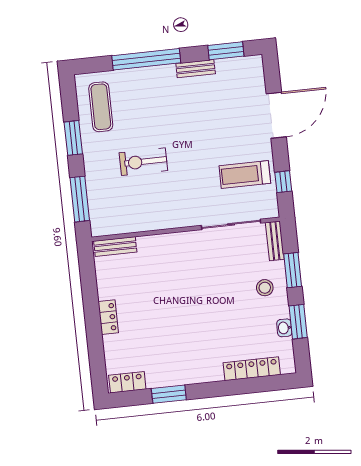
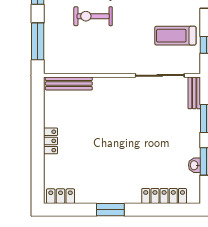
bench: (115, 247) -> (69, 84), width x1.36
stool: (265, 288) -> (182, 130), removed
window: (169, 394) -> (110, 210), moved

